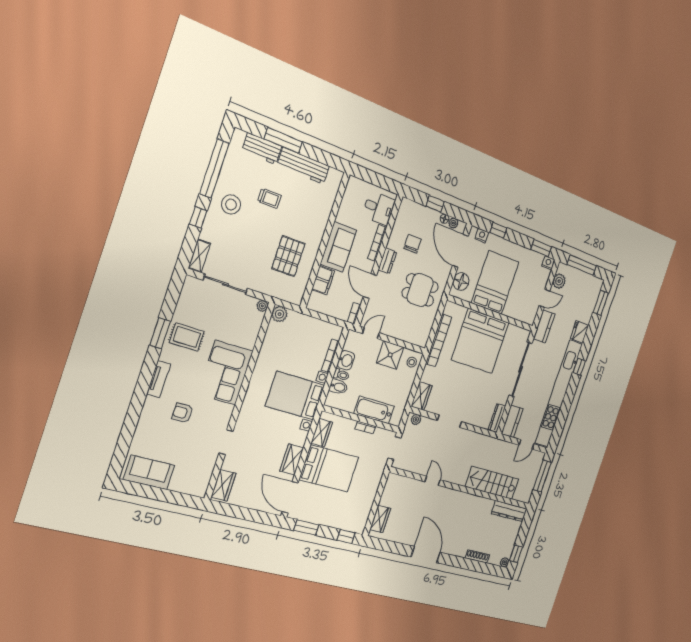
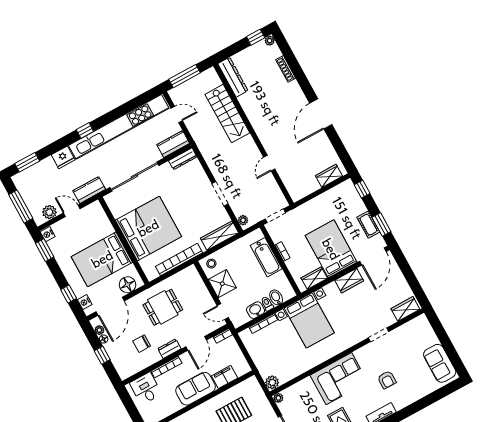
dining table: (420, 290) -> (163, 307), turned 90
wardrobe: (422, 396) -> (220, 236), width x1.50
cot: (317, 517) -> (368, 225), added

